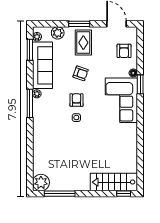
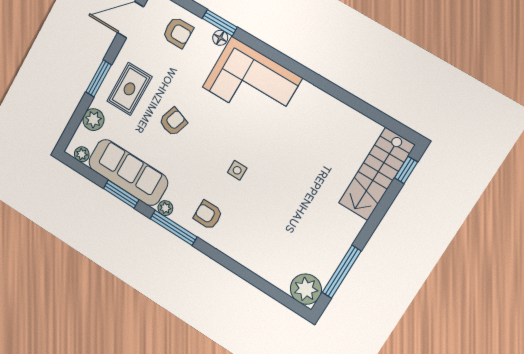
rug: (83, 43) -> (129, 89), turned 90
window: (30, 50) -> (121, 194), moved
window: (140, 84) -> (220, 23), moved
armchair: (76, 100) -> (208, 215), moved

